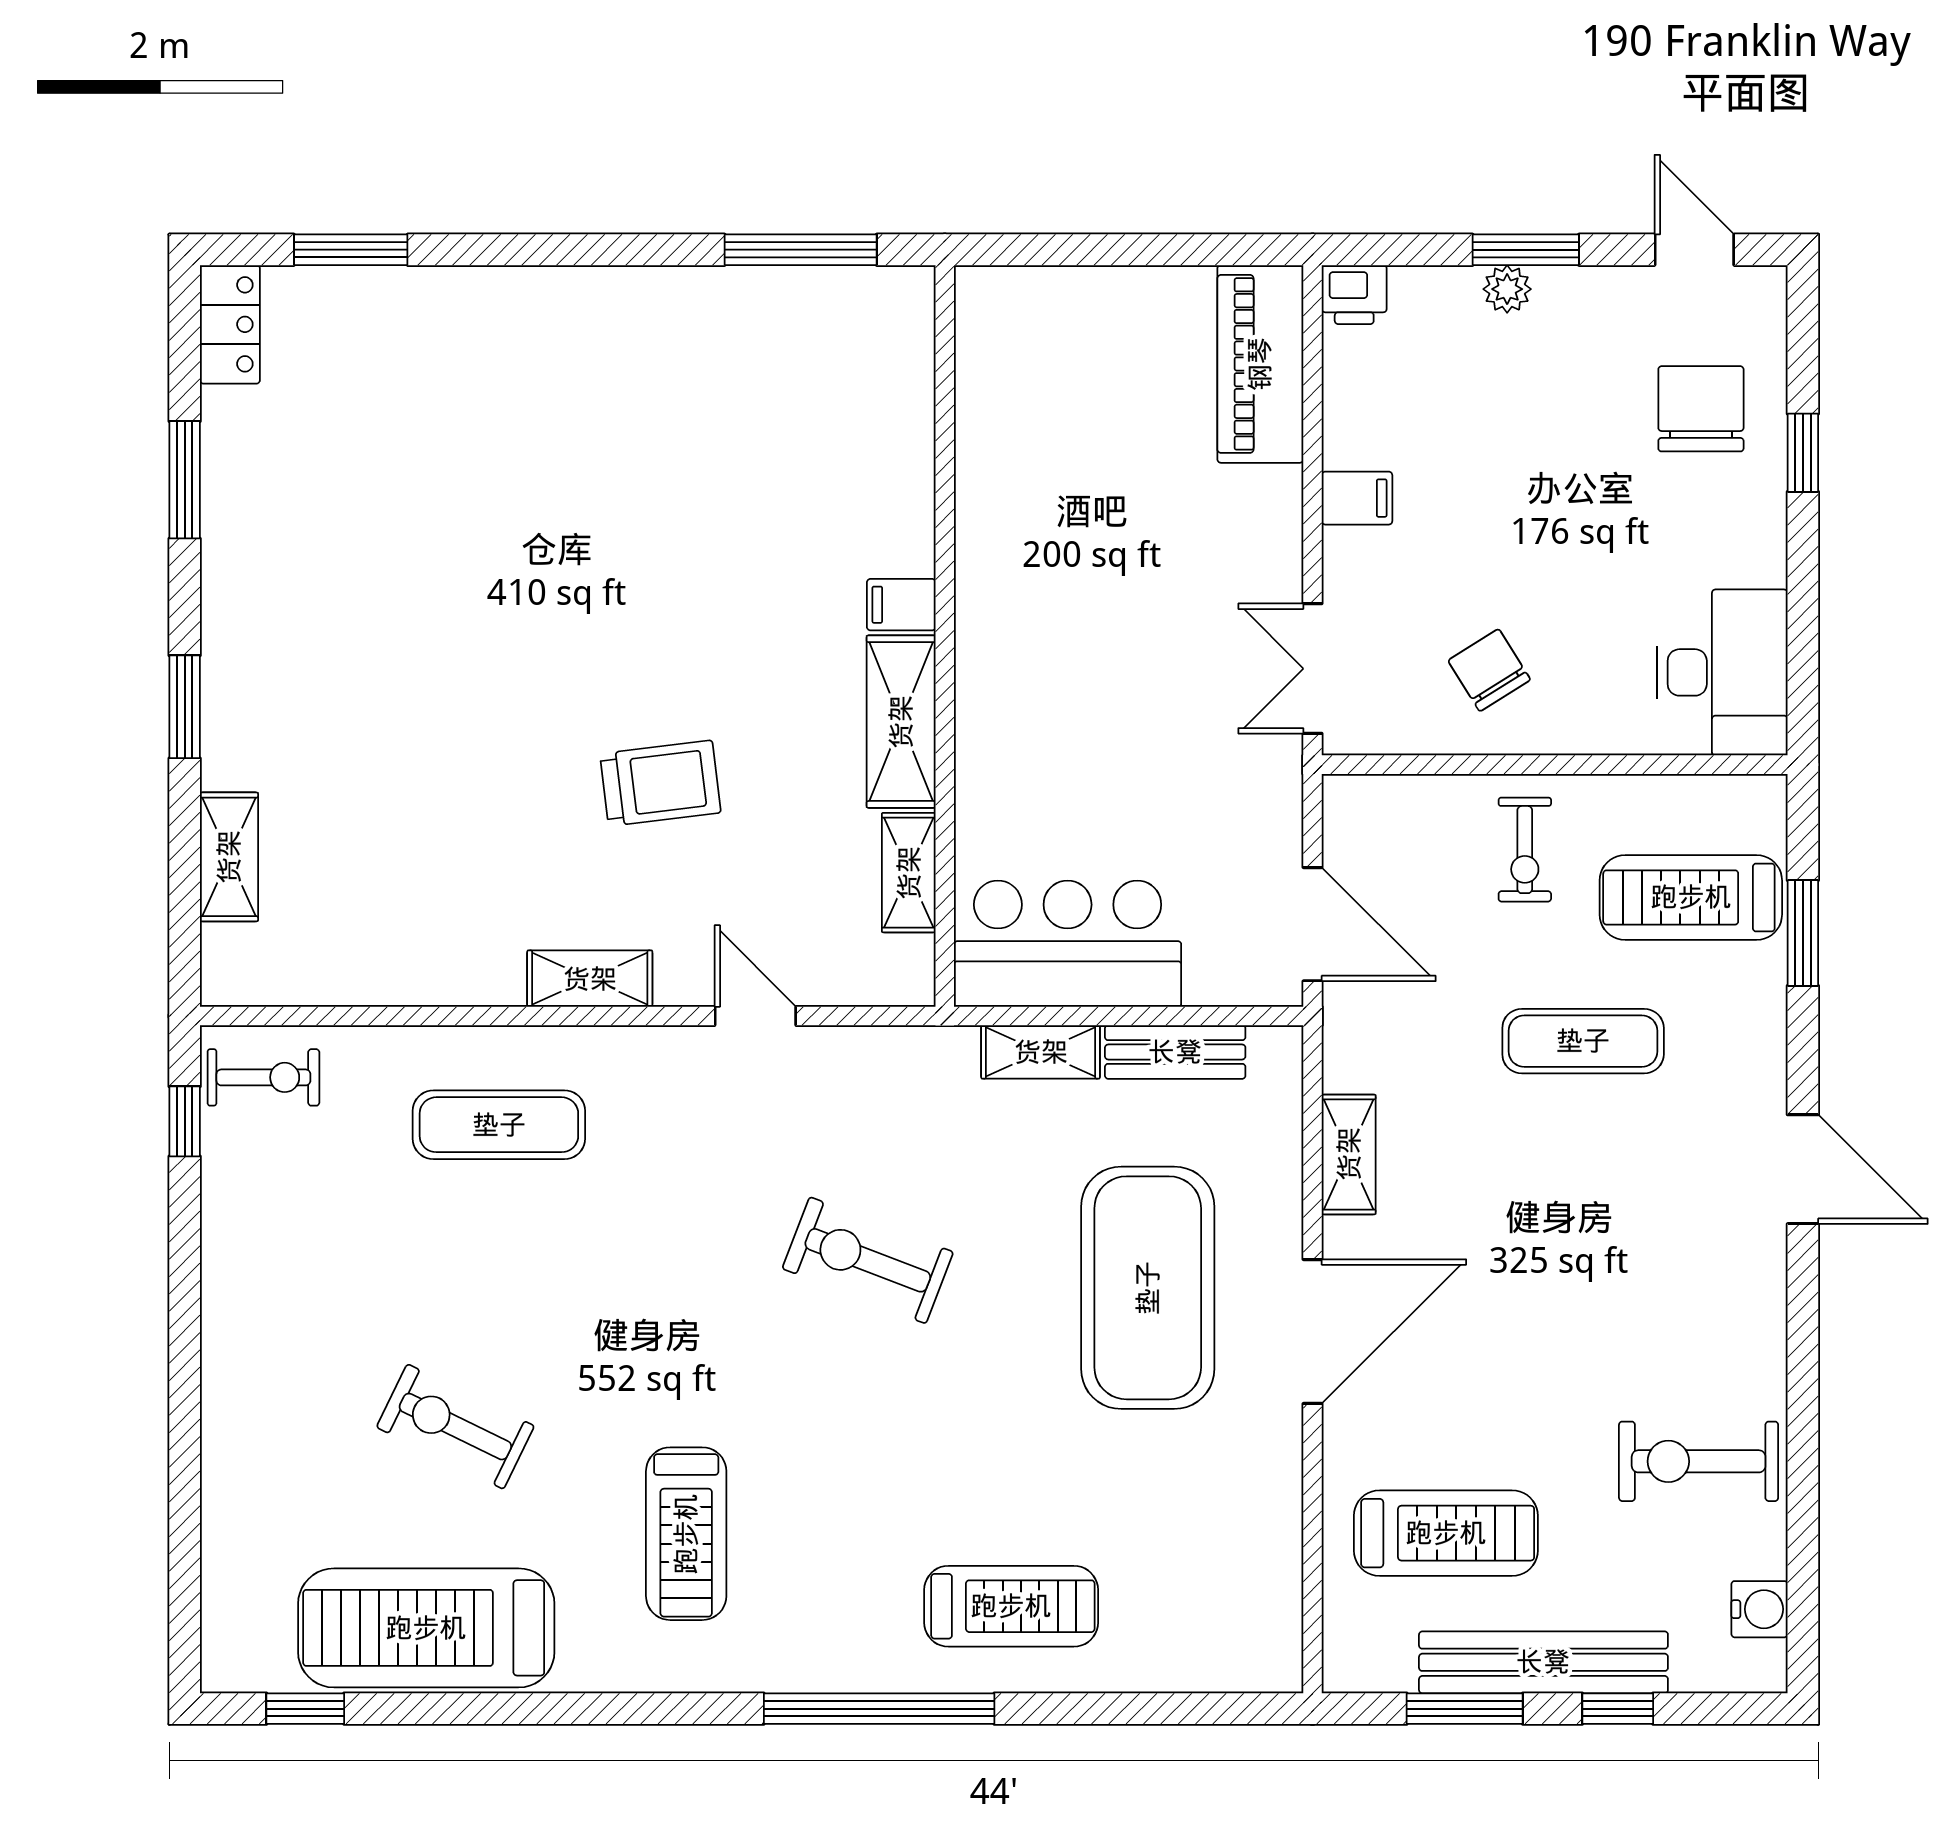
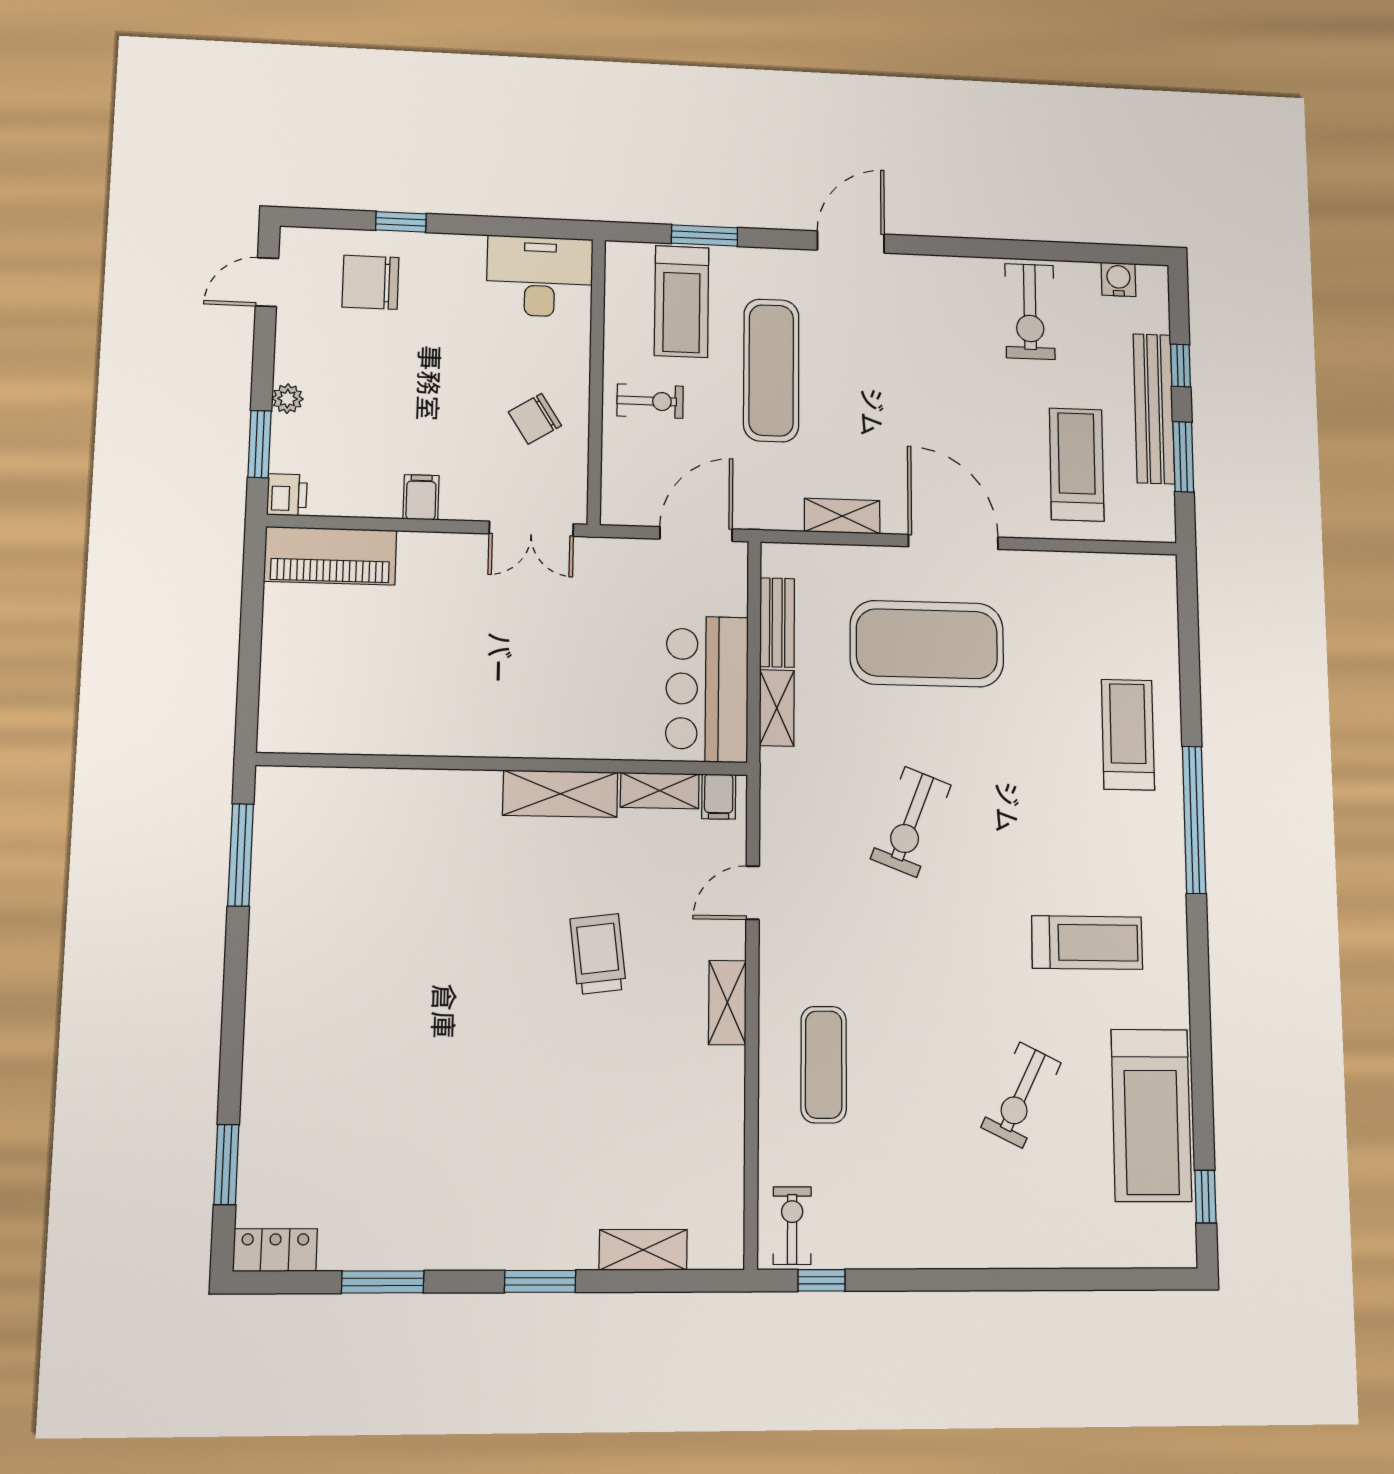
window: (1526, 250) -> (260, 444), moved
filing cabinet: (901, 605) -> (719, 797), moved
exercise mat: (1583, 1041) -> (771, 370), width x1.36, depth x1.45

